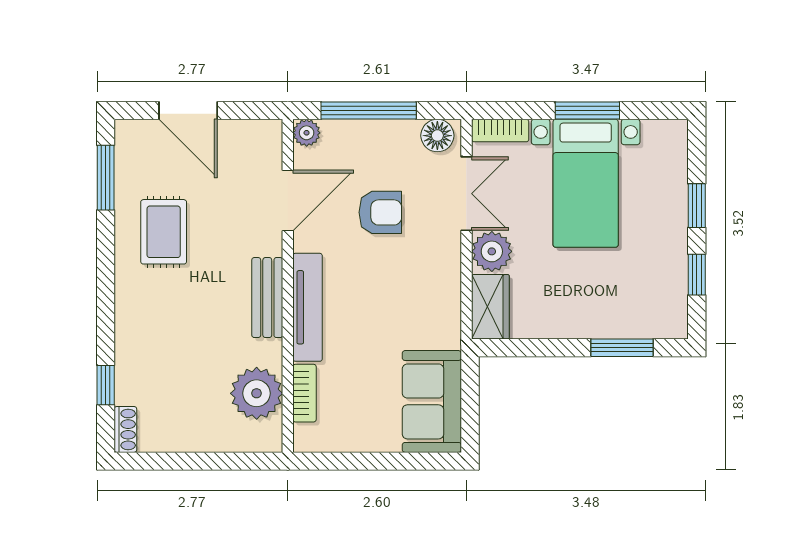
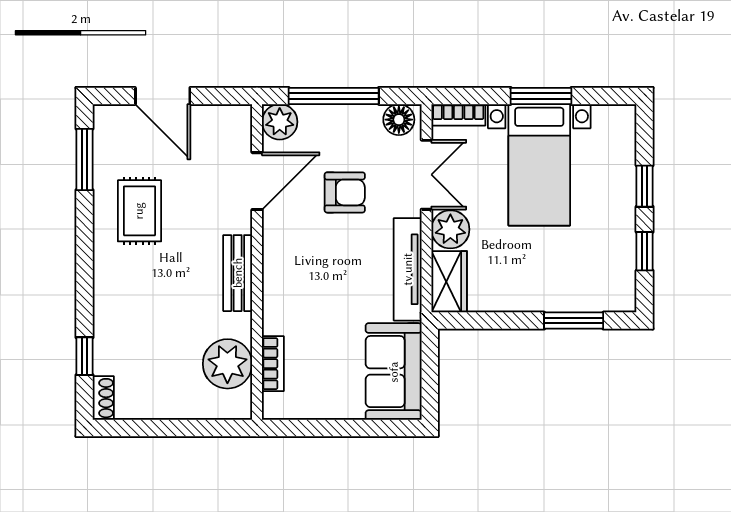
plant: (307, 133) -> (280, 122), width x1.38, depth x1.38
tv unit: (308, 307) -> (408, 269), moved, turned 180

